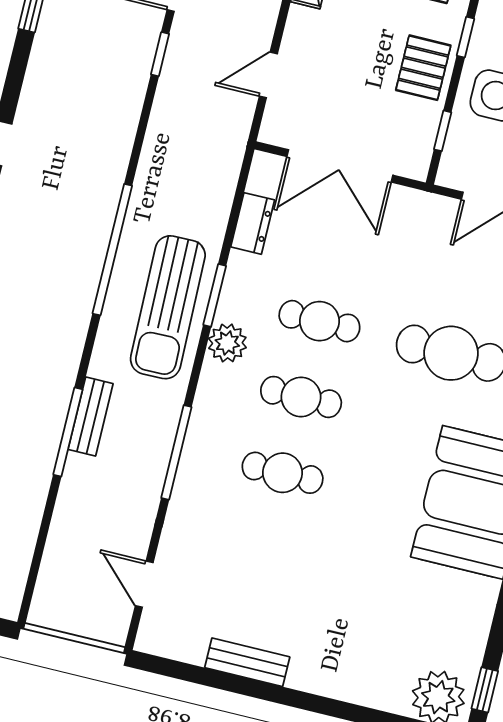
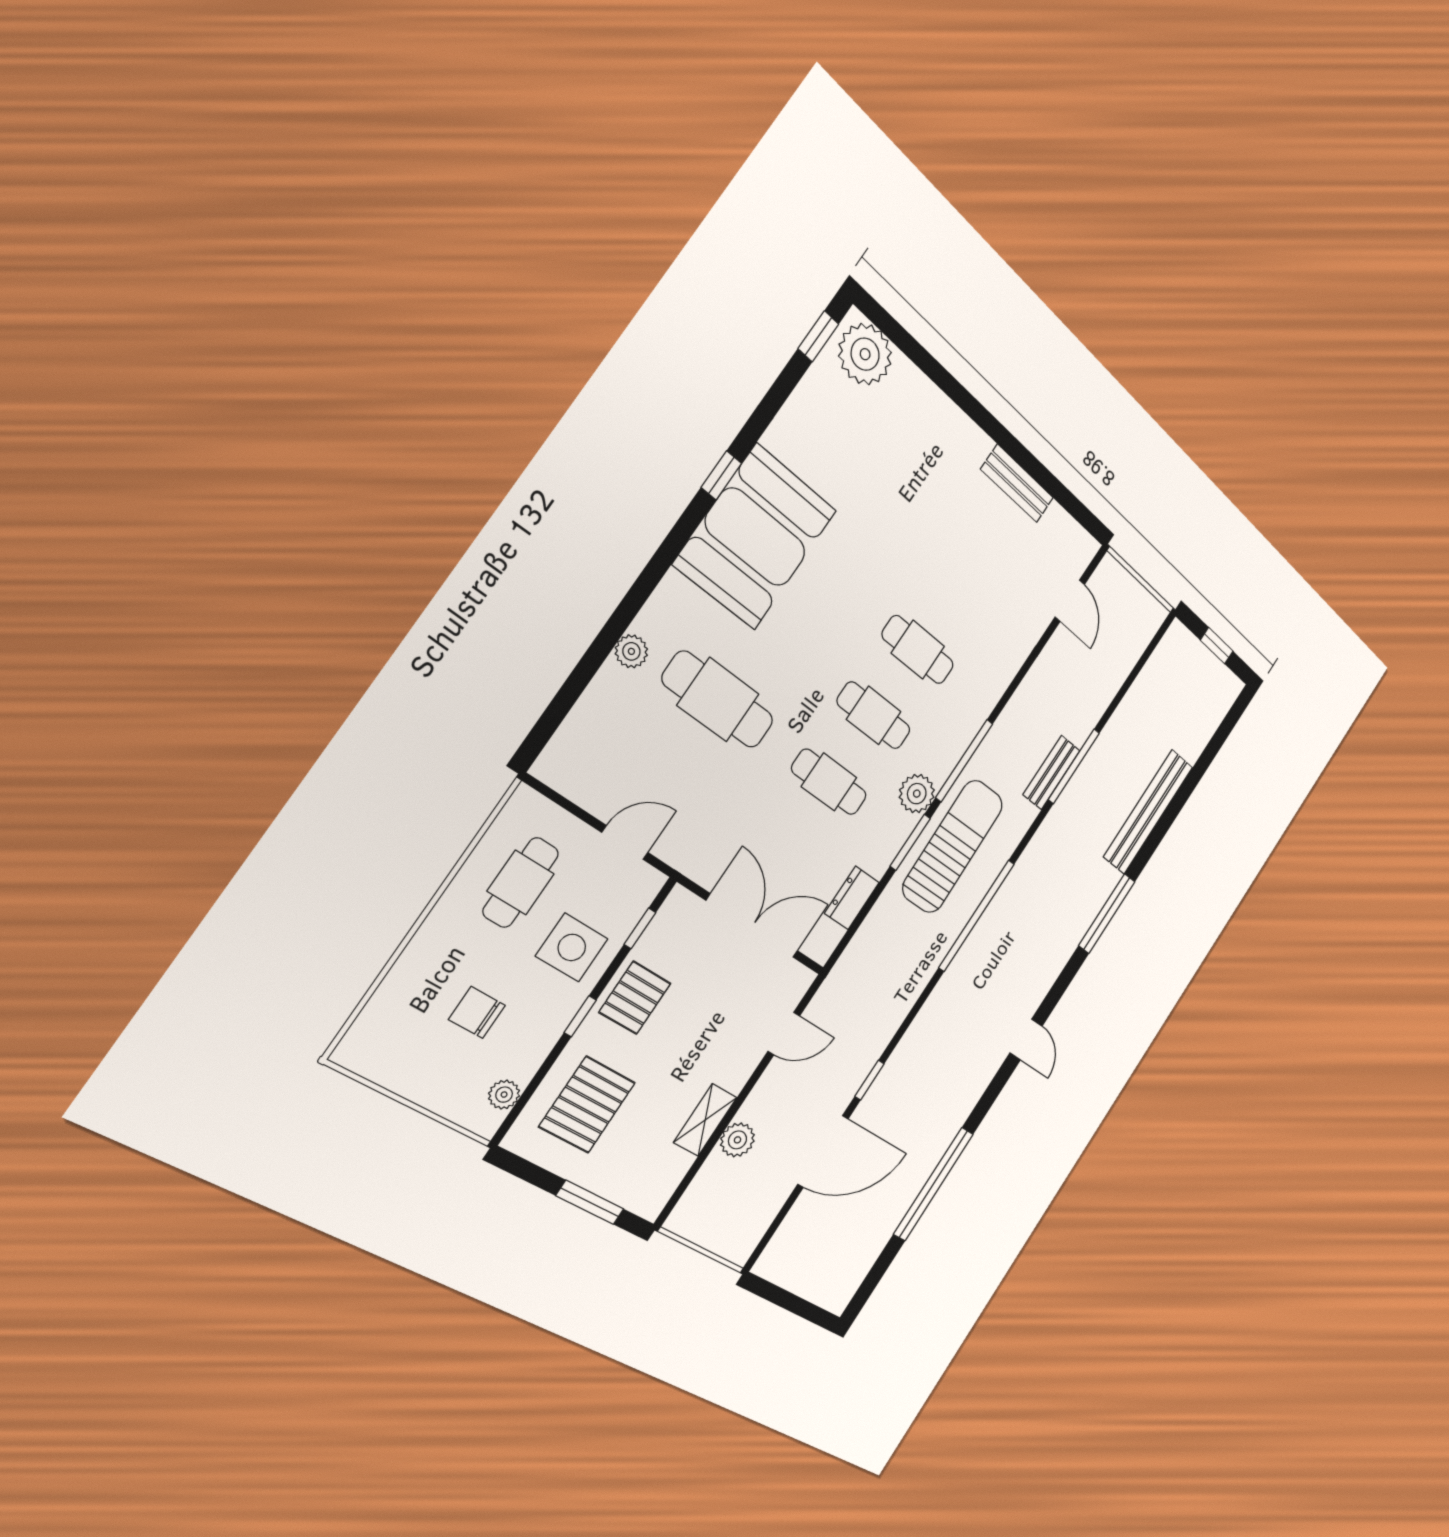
window: (176, 452) -> (964, 761), moved

